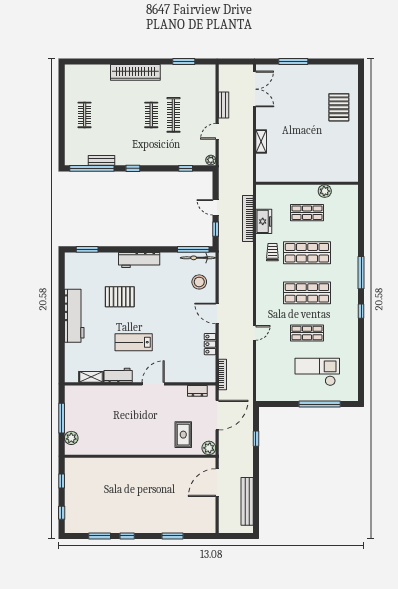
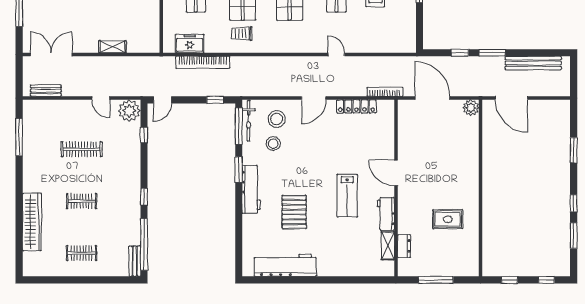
window: (184, 61) -> (19, 137), width x1.44
wardrobe: (135, 72) -> (32, 222), moved
bench: (224, 105) -> (46, 91), moved
clothes rail: (151, 115) -> (82, 201), moved
bench: (101, 160) -> (135, 261), moved
plant: (211, 160) -> (129, 111), width x1.87, depth x1.87
door: (216, 207) -> (162, 100), moved
freezer: (264, 221) -> (190, 44), moved
window: (87, 249) -> (239, 170), moved
stool: (178, 279) -> (273, 144), added
workbench: (74, 316) -> (285, 265), moved
locker: (210, 344) -> (356, 106), width x1.53
dresser: (197, 391) -> (404, 246), moved
rug: (183, 435) -> (448, 219), moved
plant: (71, 438) -> (459, 269), removed
window: (256, 466) -> (492, 53), added

